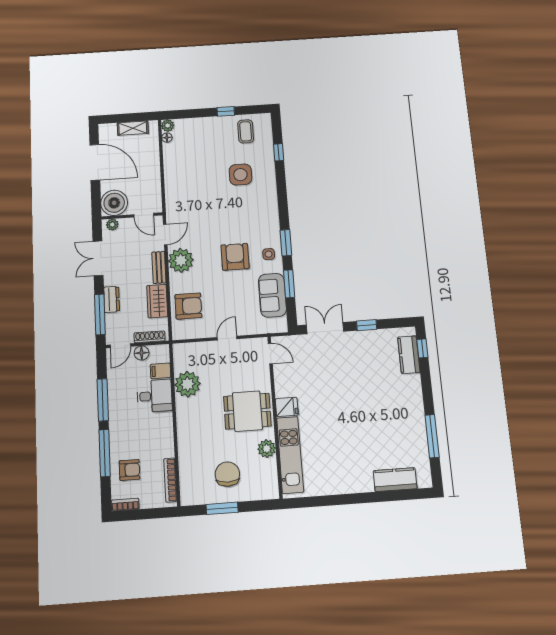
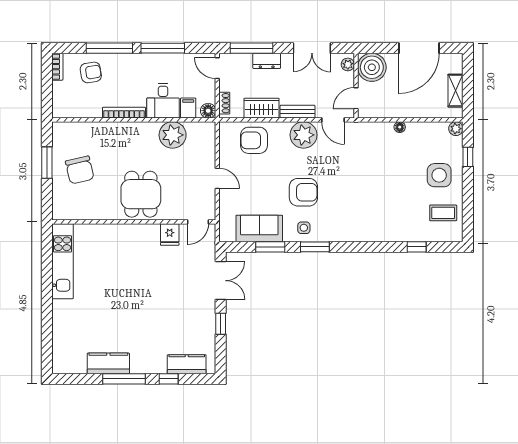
window: (226, 111) -> (468, 157), moved
floor lamp: (167, 138) -> (400, 127), moved
side table: (240, 175) -> (439, 175), moved
double door: (98, 258) -> (312, 48), swing flipped
armchair: (188, 306) -> (254, 140), turned 90
shoe rack: (150, 337) -> (224, 103), width x0.70
window: (422, 348) -> (169, 379), moved
floor lamp: (142, 353) -> (208, 111), moved
fridge: (287, 407) -> (170, 234), moved
window: (432, 436) -> (124, 379), moved
plant: (267, 449) -> (102, 211), removed
kitchen unit: (290, 455) -> (62, 261), moved, turned -90
armchair: (130, 470) -> (91, 72), turned -99
chair: (227, 474) -> (80, 170), turned 77
bookcase: (170, 480) -> (124, 113), moved
kitchen counter: (395, 480) -> (108, 363), moved, turned -90

